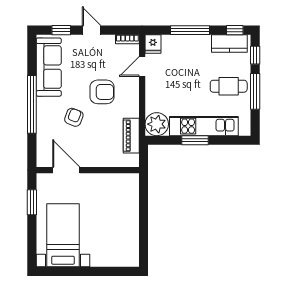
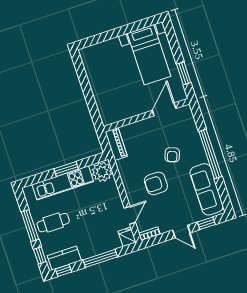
piano: (131, 136) -> (116, 144), moved
door: (66, 170) -> (164, 109), swing flipped

